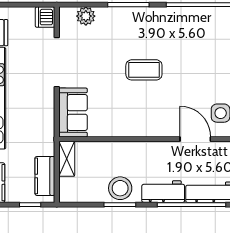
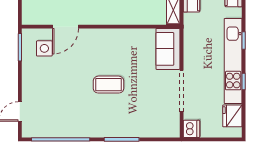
plant: (86, 16) -> (157, 130), removed
door: (195, 139) -> (65, 27), hinge flipped

